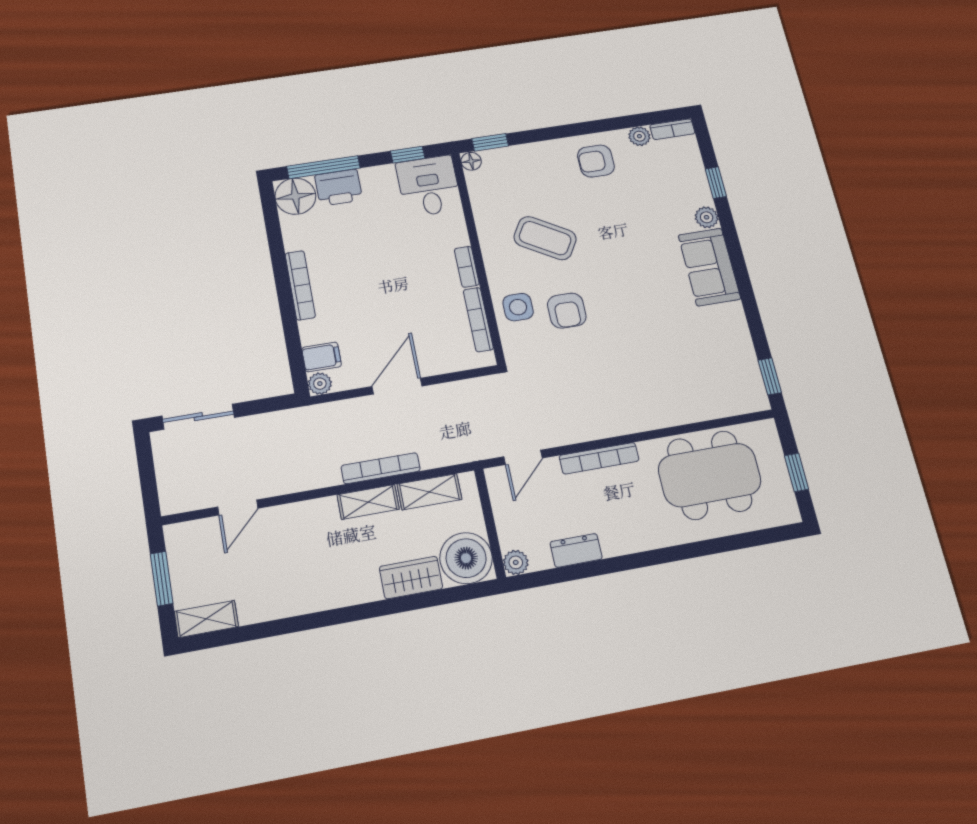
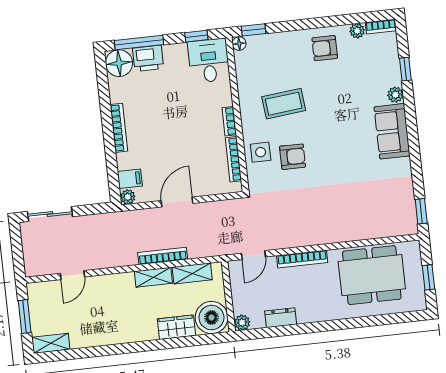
coffee table: (545, 238) -> (284, 104), turned -37
armchair: (567, 311) -> (293, 157), turned -90

